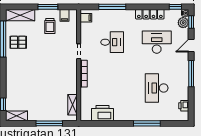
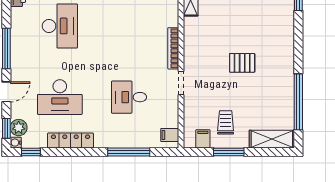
pallet: (18, 42) -> (242, 63), moved

